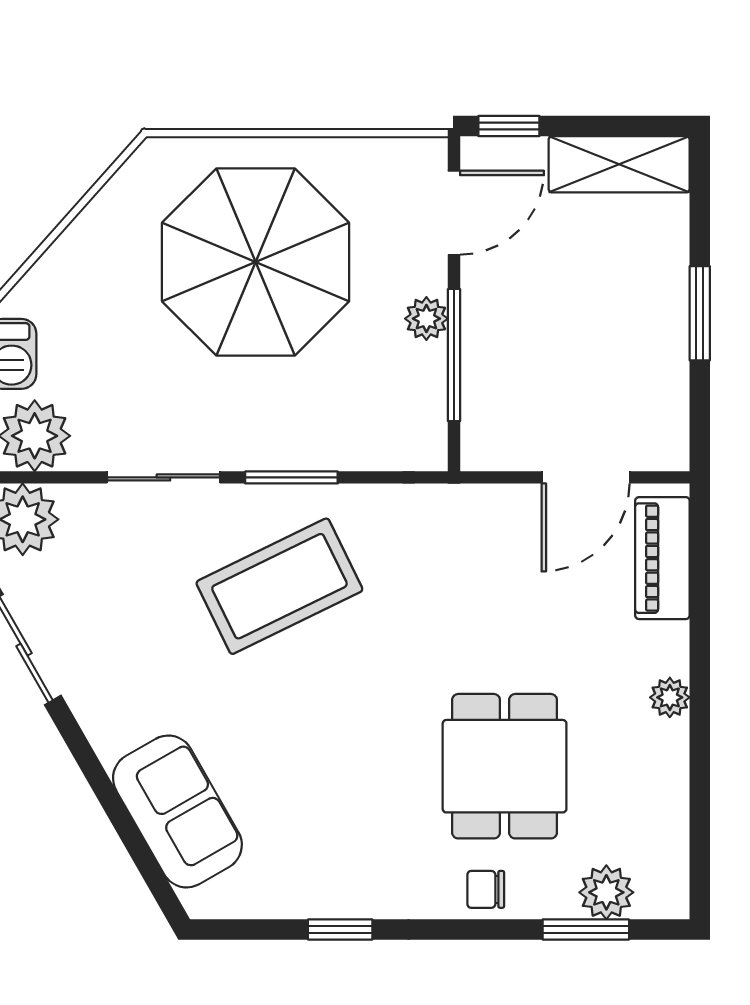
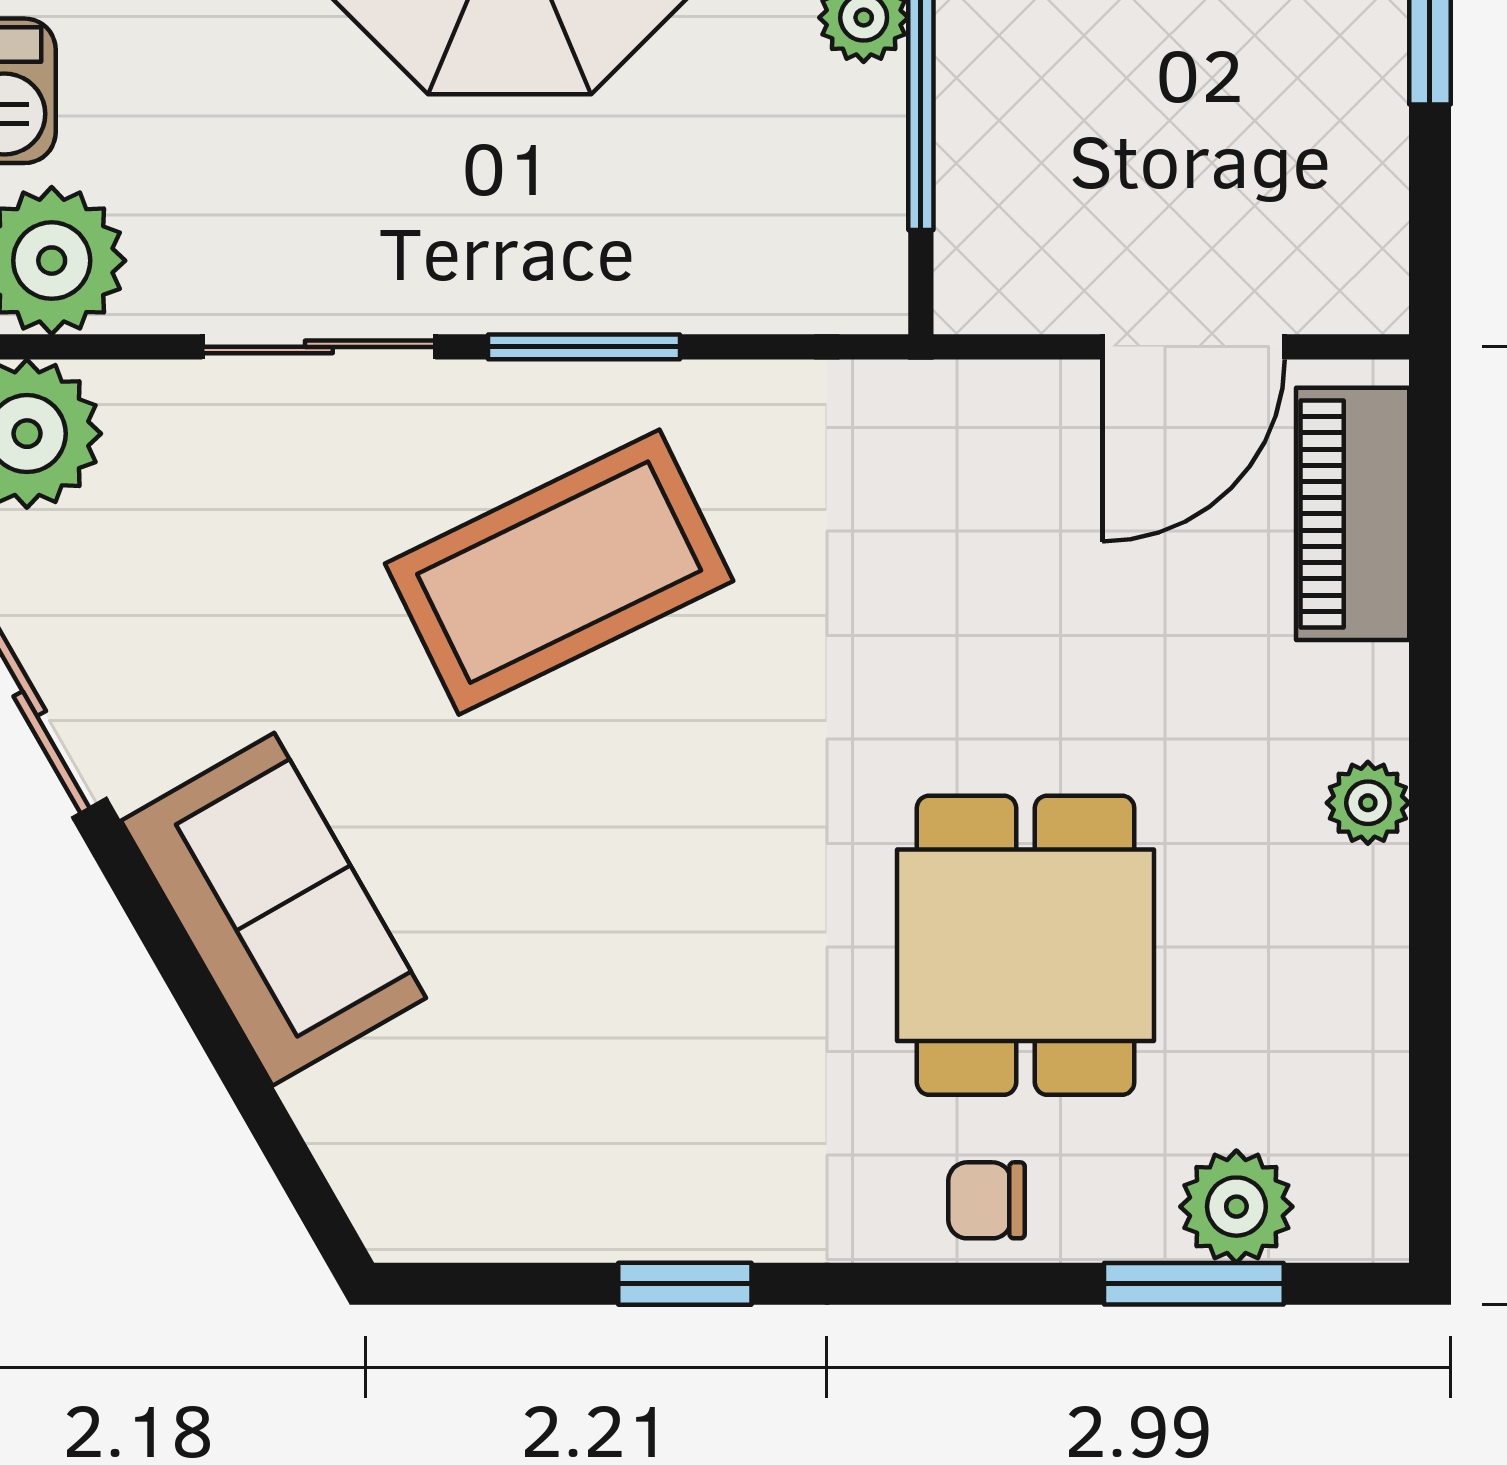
sofa: (177, 811) -> (273, 909), moved

